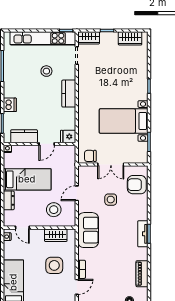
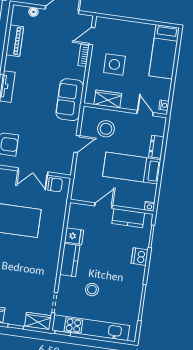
fridge: (68, 136) -> (74, 236), moved
double door: (111, 165) -> (33, 171), swing flipped
side table: (111, 200) -> (39, 131), removed

